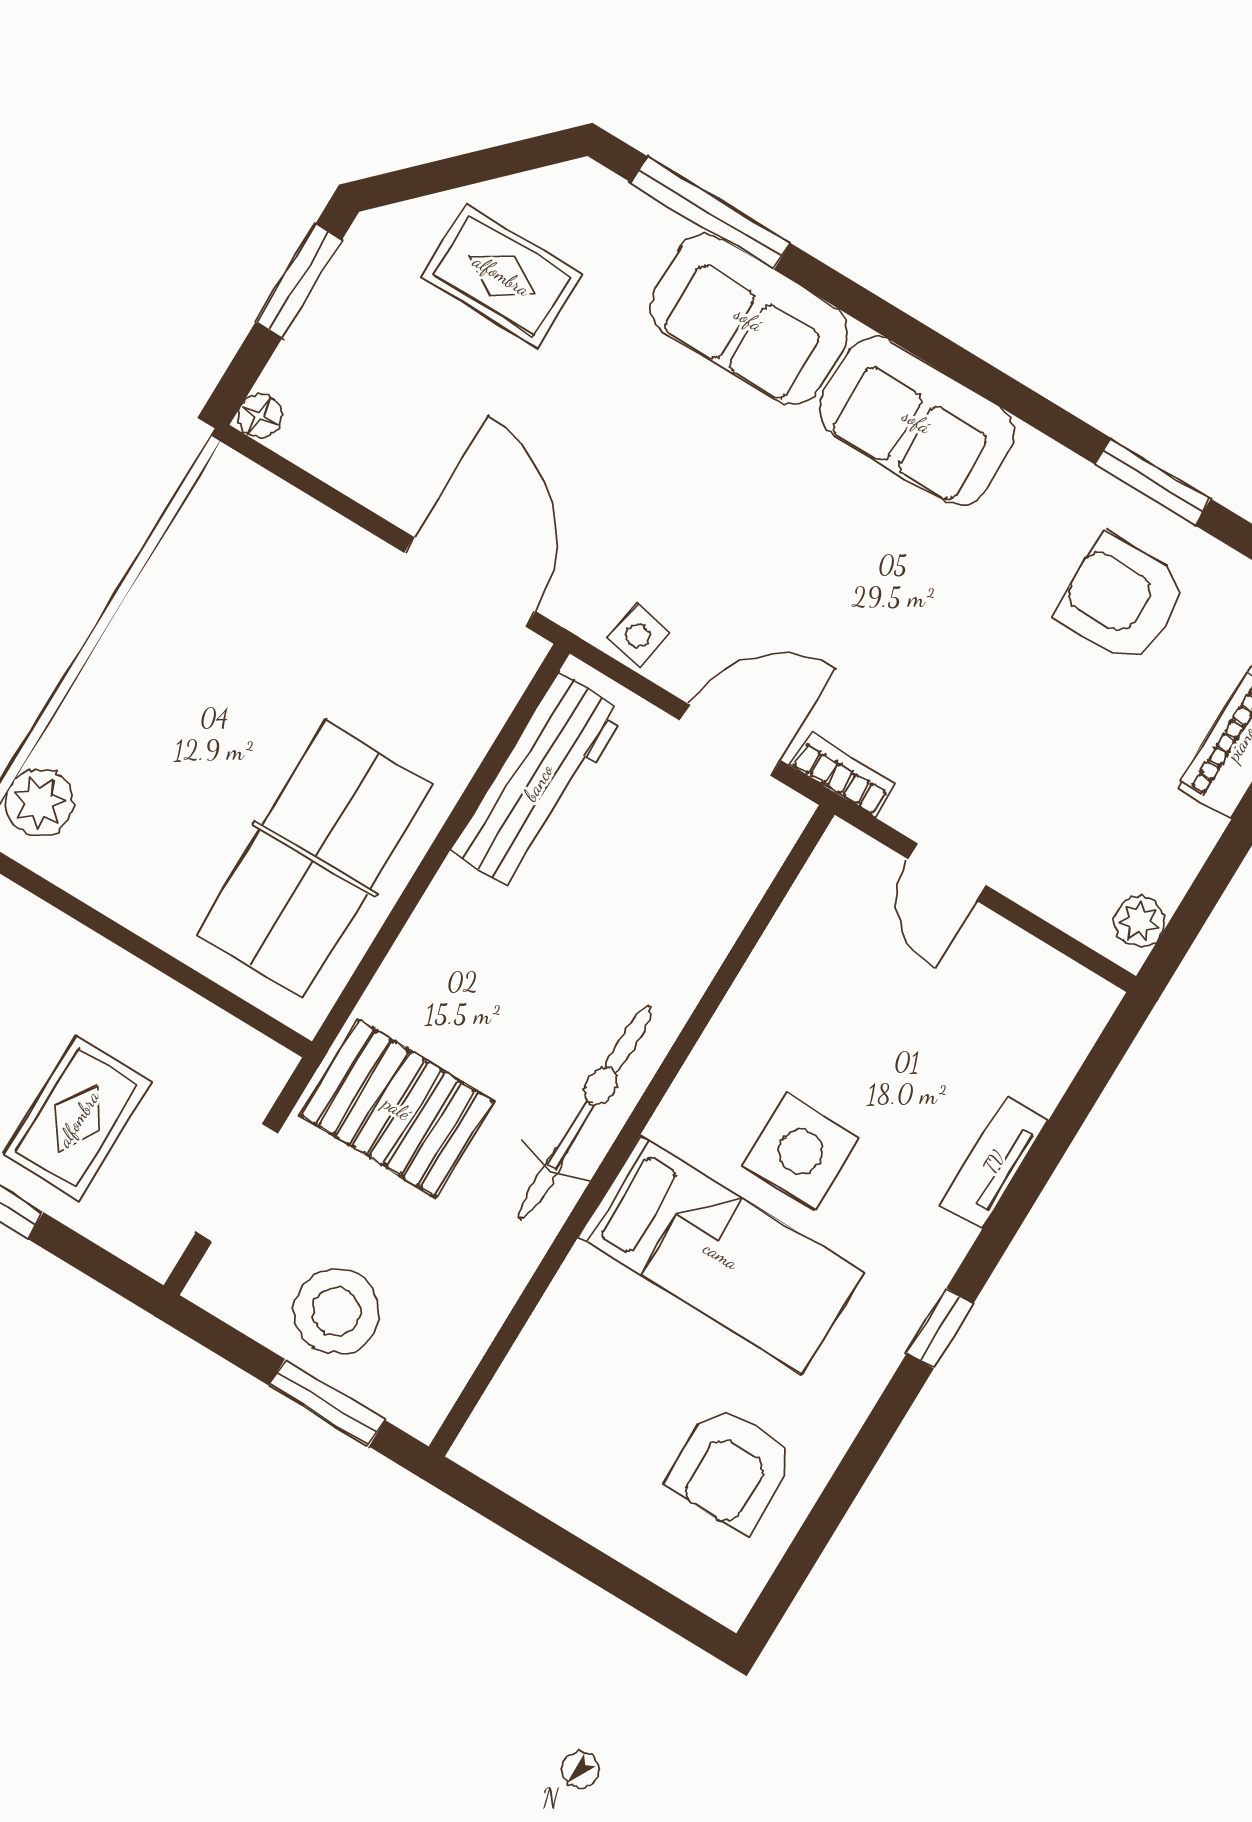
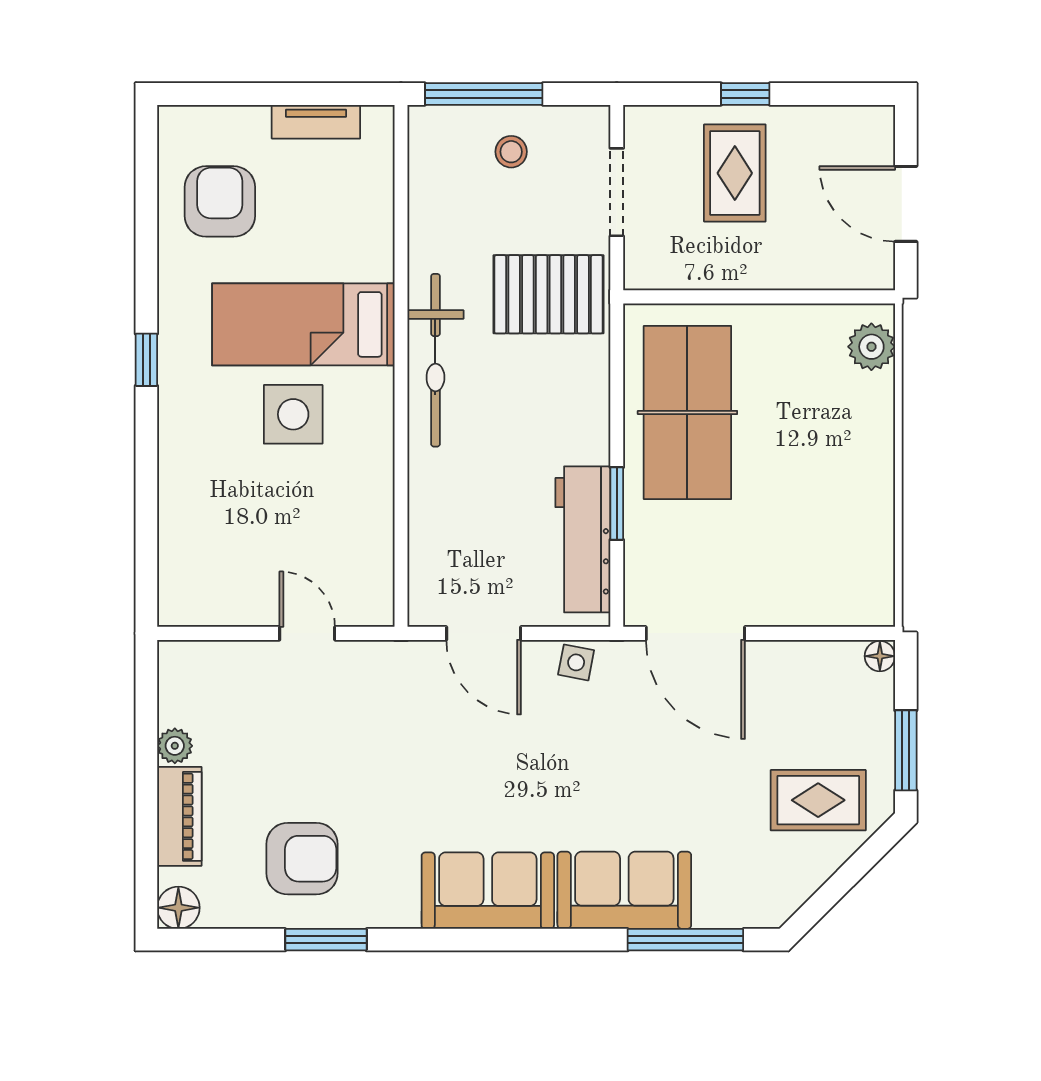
rug: (502, 275) -> (818, 800), moved
door: (730, 740) -> (484, 633), hinge flipped
bookcase: (842, 774) -> (404, 654), removed
window: (470, 800) -> (617, 503), added
plant: (1139, 922) -> (175, 746), moved
tv unit: (994, 1162) -> (316, 122), moved, turned 90
stool: (336, 1311) -> (511, 152), width x0.53, depth x0.53
window: (327, 1403) -> (484, 94), width x1.44

